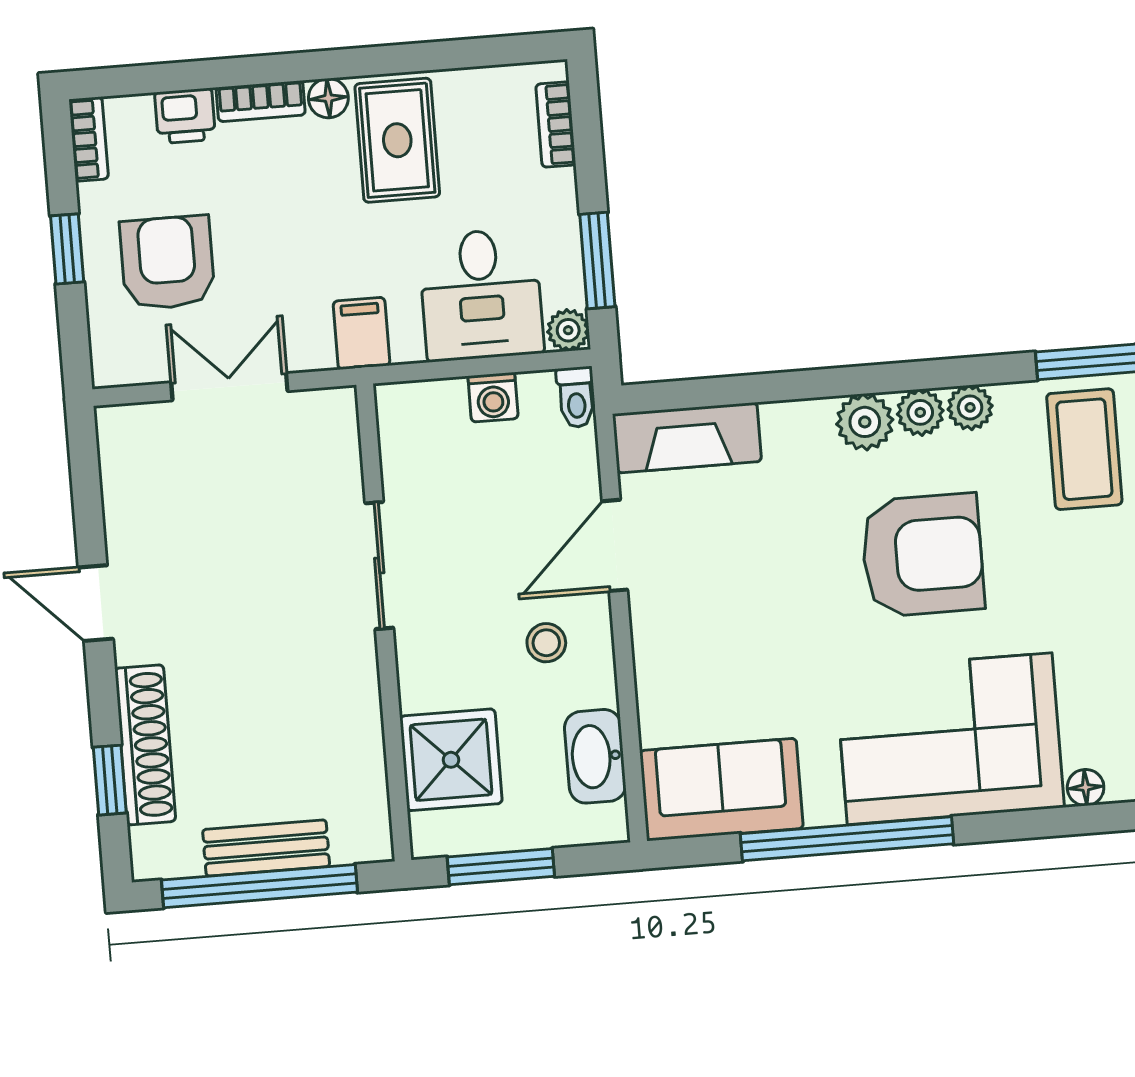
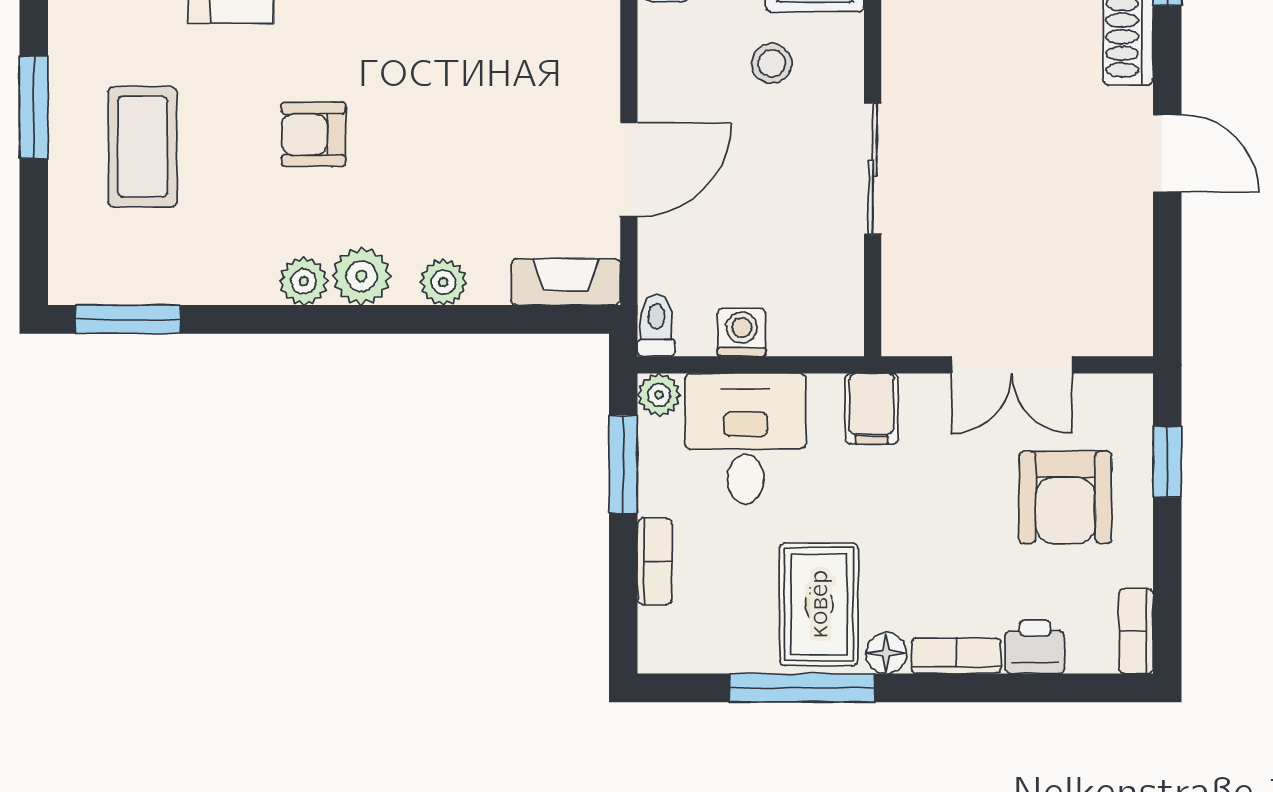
window: (407, 58) -> (802, 688), added
bookcase: (556, 125) -> (655, 561), moved
window: (67, 249) -> (1167, 462), moved
plant: (970, 407) -> (443, 282), moved
fireplace: (687, 438) -> (566, 282), width x0.73, depth x0.76
coffee table: (1084, 449) -> (143, 147), moved
armchair: (922, 555) -> (313, 134), width x0.53, depth x0.53
stool: (546, 643) -> (772, 63), moved

